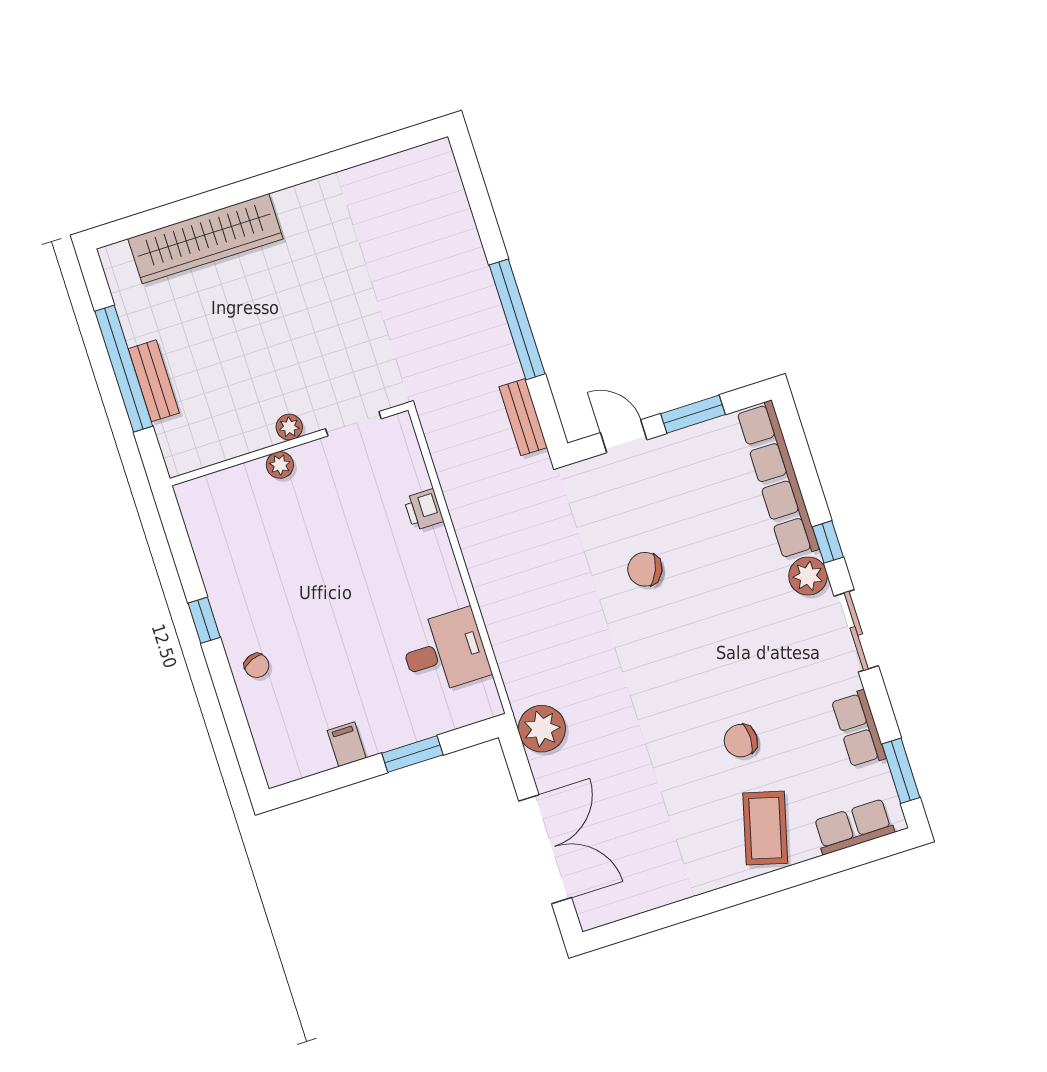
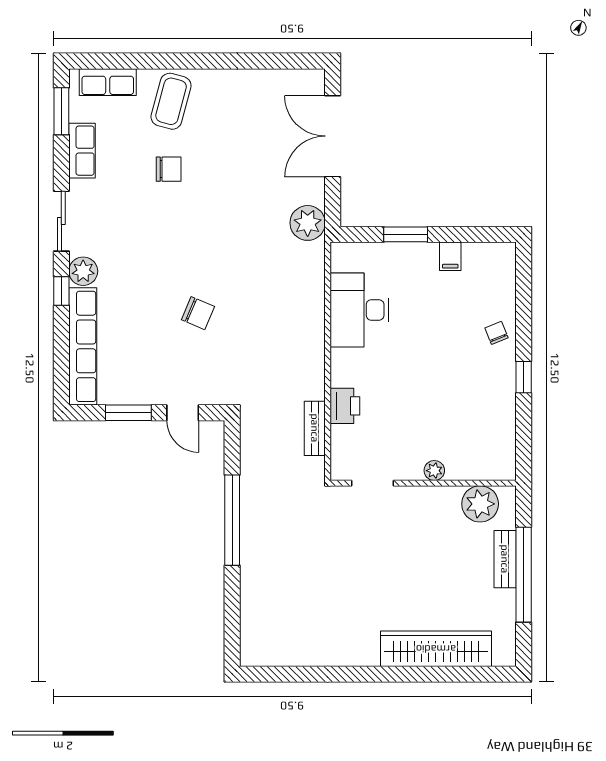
bench: (523, 417) -> (315, 428), moved
plant: (289, 427) -> (480, 504), moved, width x1.88, depth x1.88
printer: (424, 510) -> (345, 406), width x1.36, depth x1.24
desk: (445, 652) -> (359, 310), width x1.37

